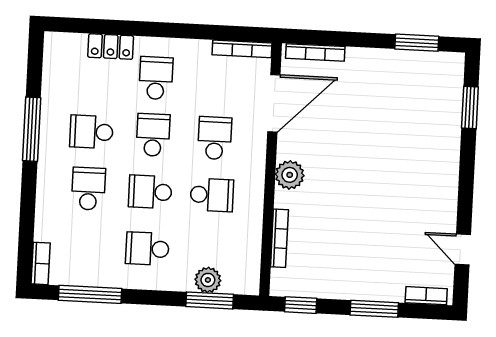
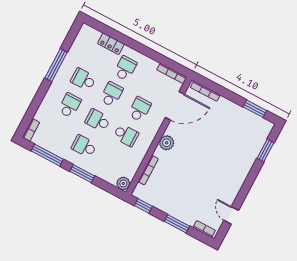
plant: (208, 280) -> (123, 183), moved
window: (210, 300) -> (82, 174), moved

